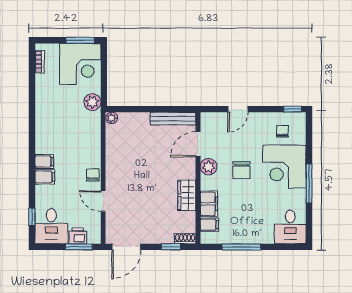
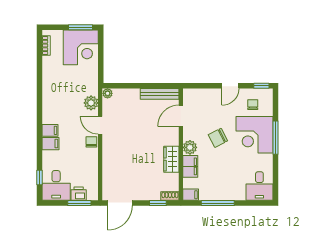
plant: (92, 102) -> (91, 103), moved
door: (238, 109) -> (230, 86), moved
plant: (209, 167) -> (190, 147), moved
chair: (241, 170) -> (218, 138), turned 63
window: (309, 184) -> (275, 138), moved
door: (103, 201) -> (100, 125), moved
filing cabinet: (209, 225) -> (191, 195), moved

